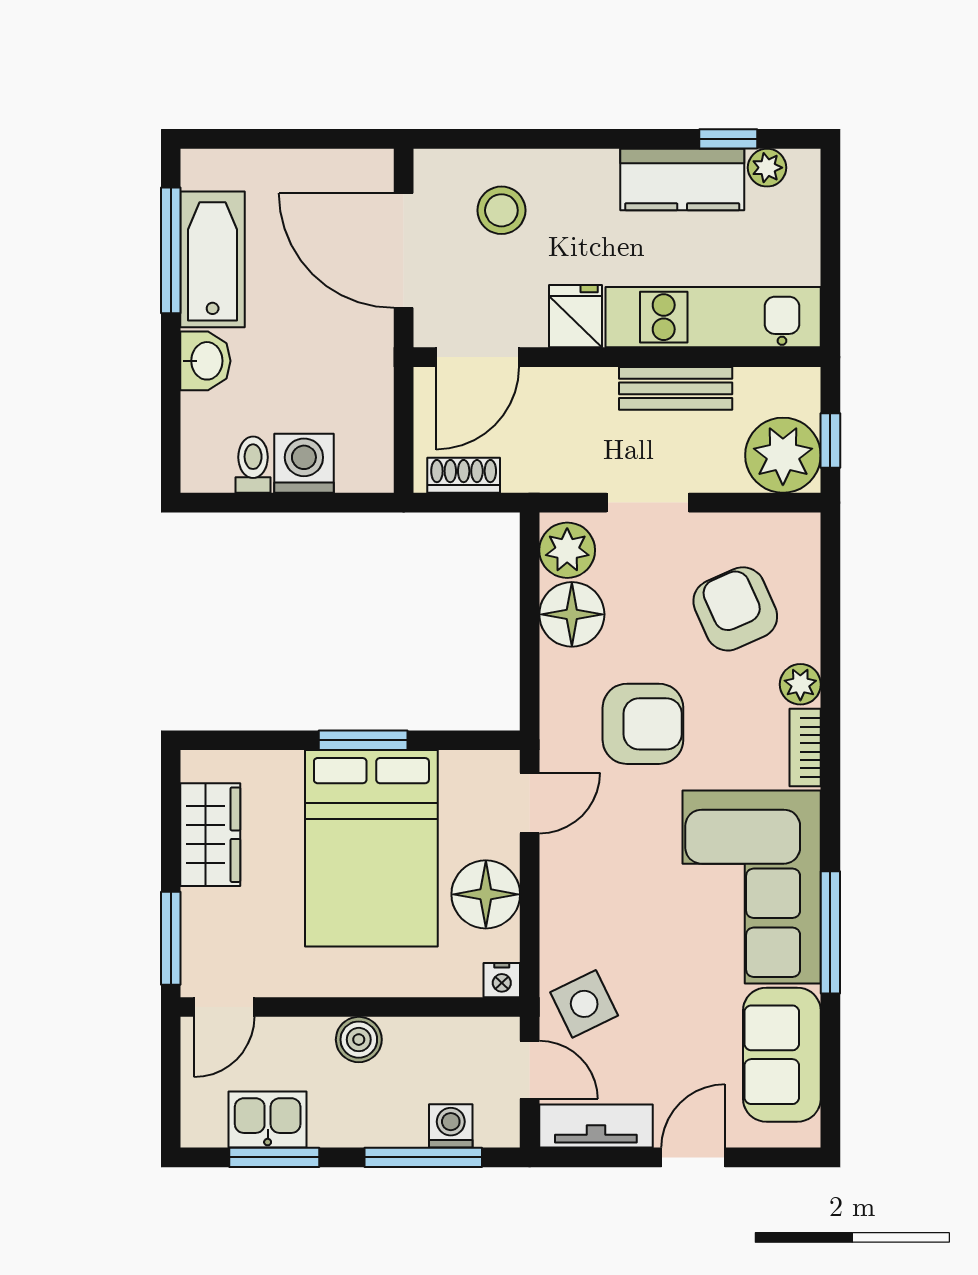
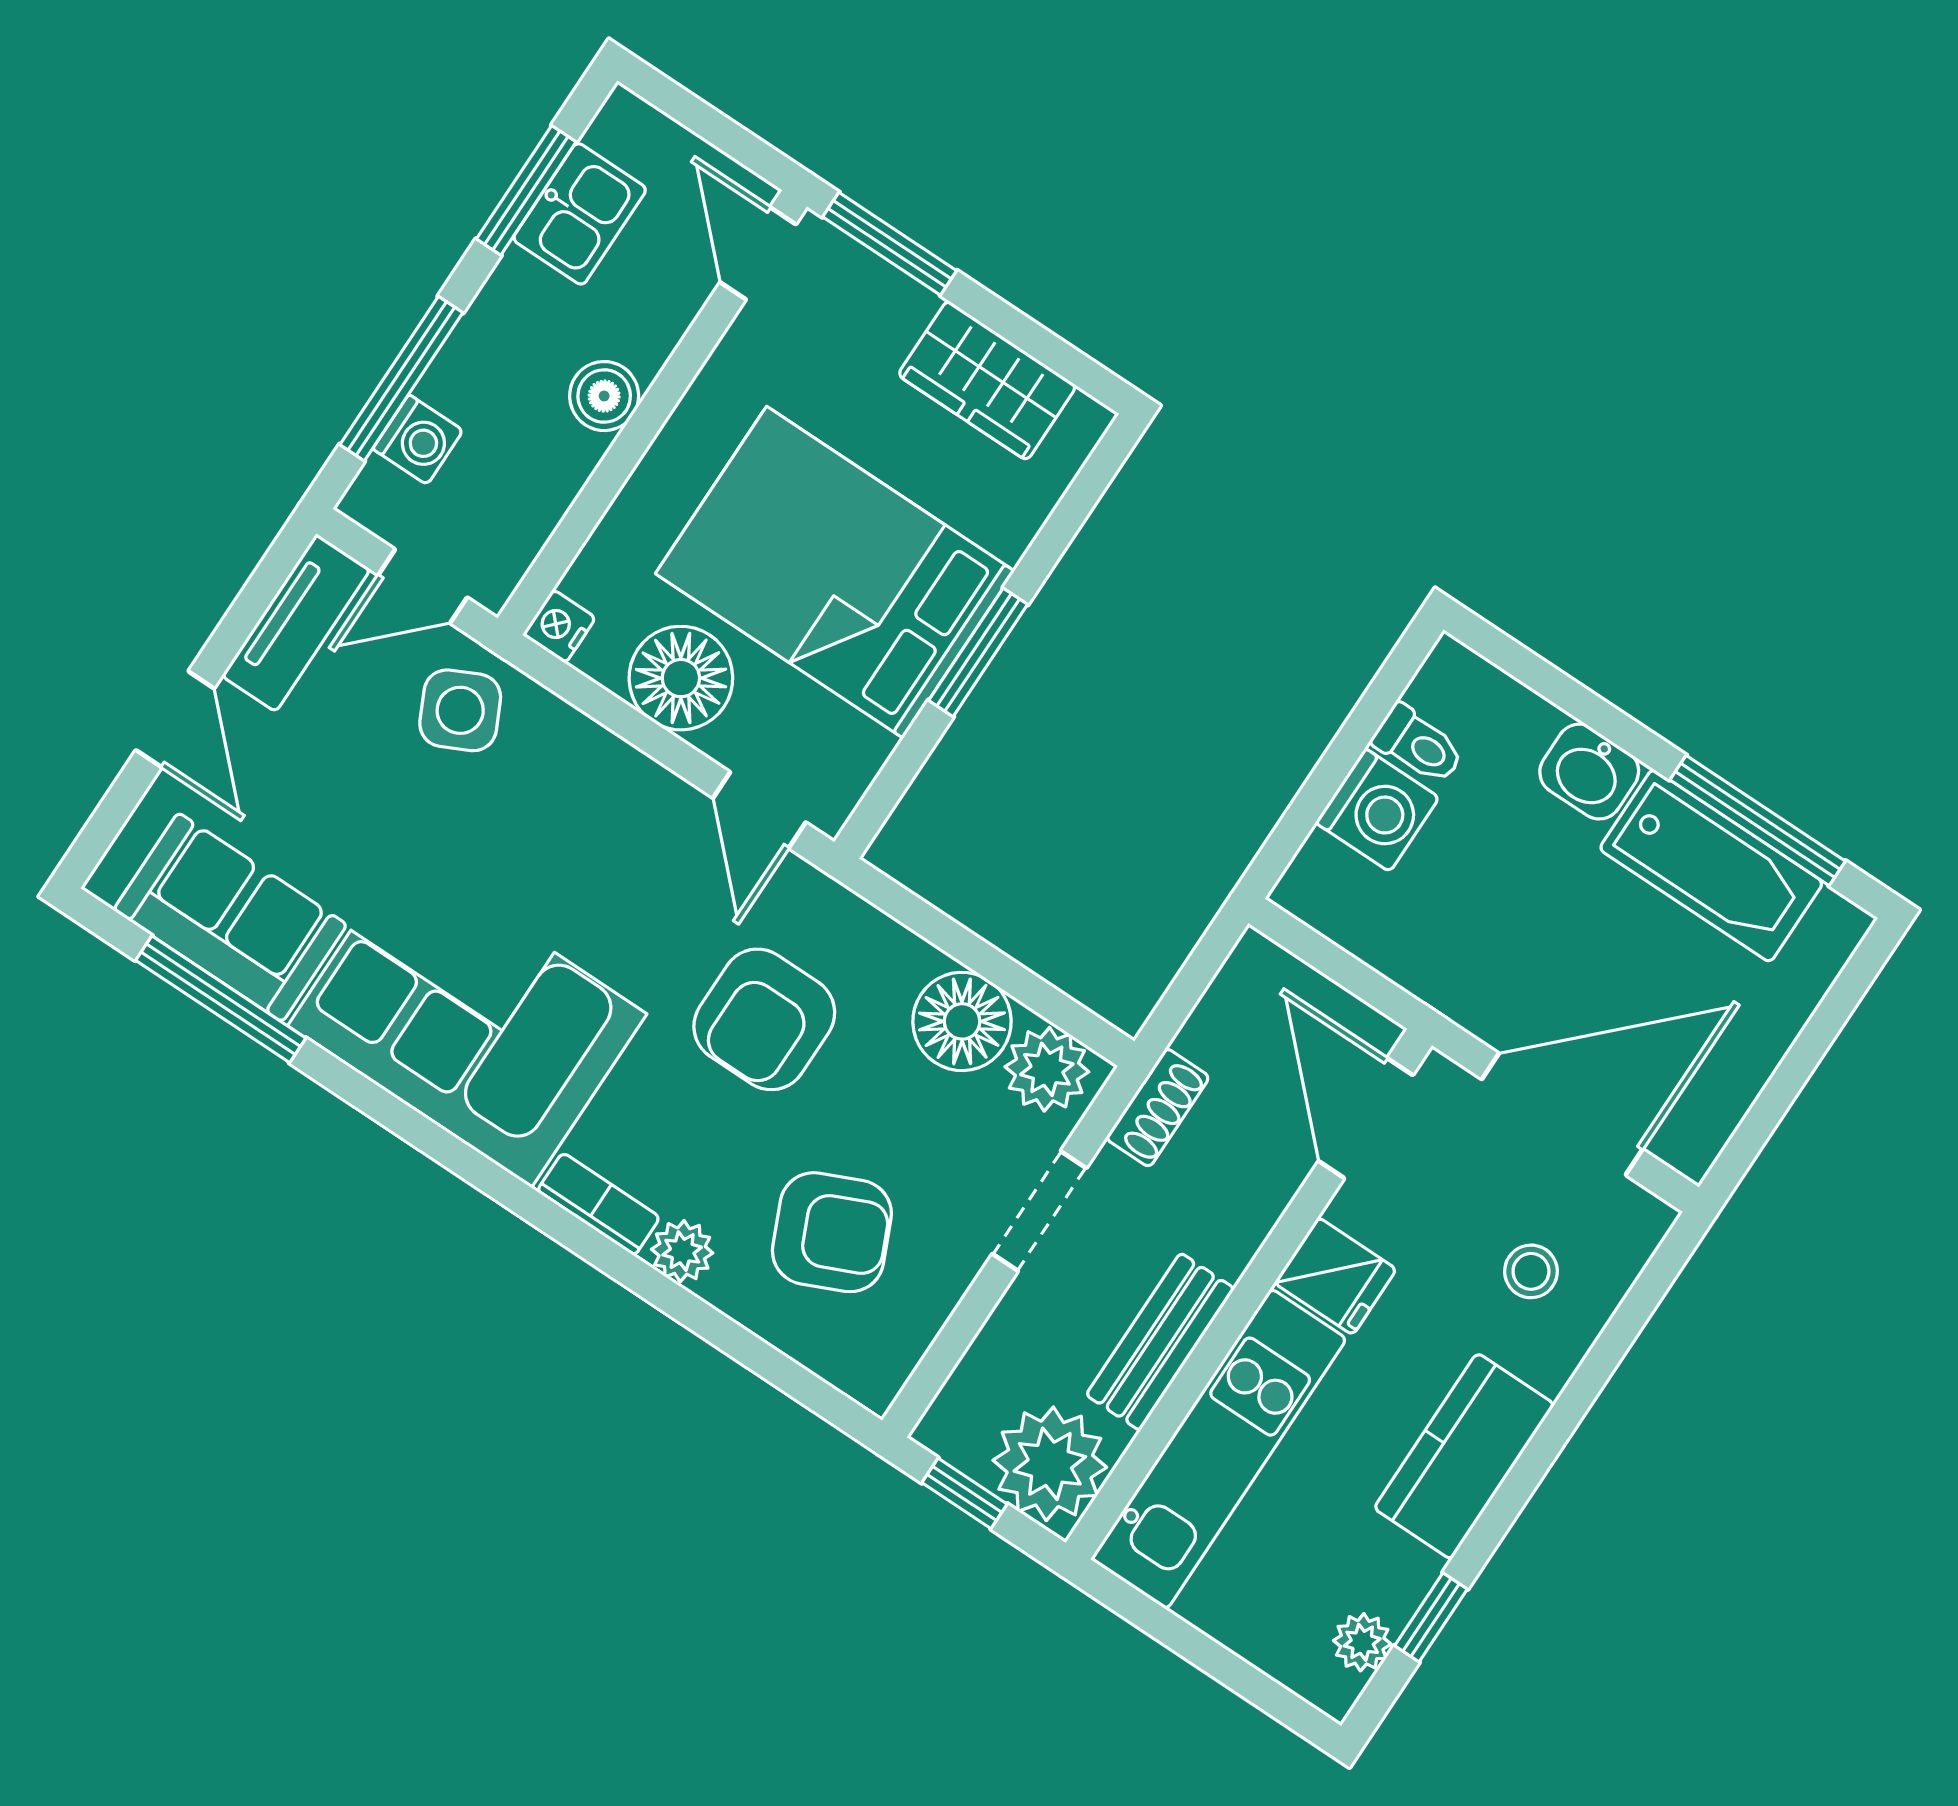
kitchen counter: (682, 179) -> (1464, 1456), moved
stool: (501, 210) -> (1531, 1271), width x0.73, depth x0.73
plant: (783, 455) -> (1050, 1464), moved
shoe rack: (464, 475) -> (1158, 1108), moved
window: (830, 932) -> (221, 999), moved

